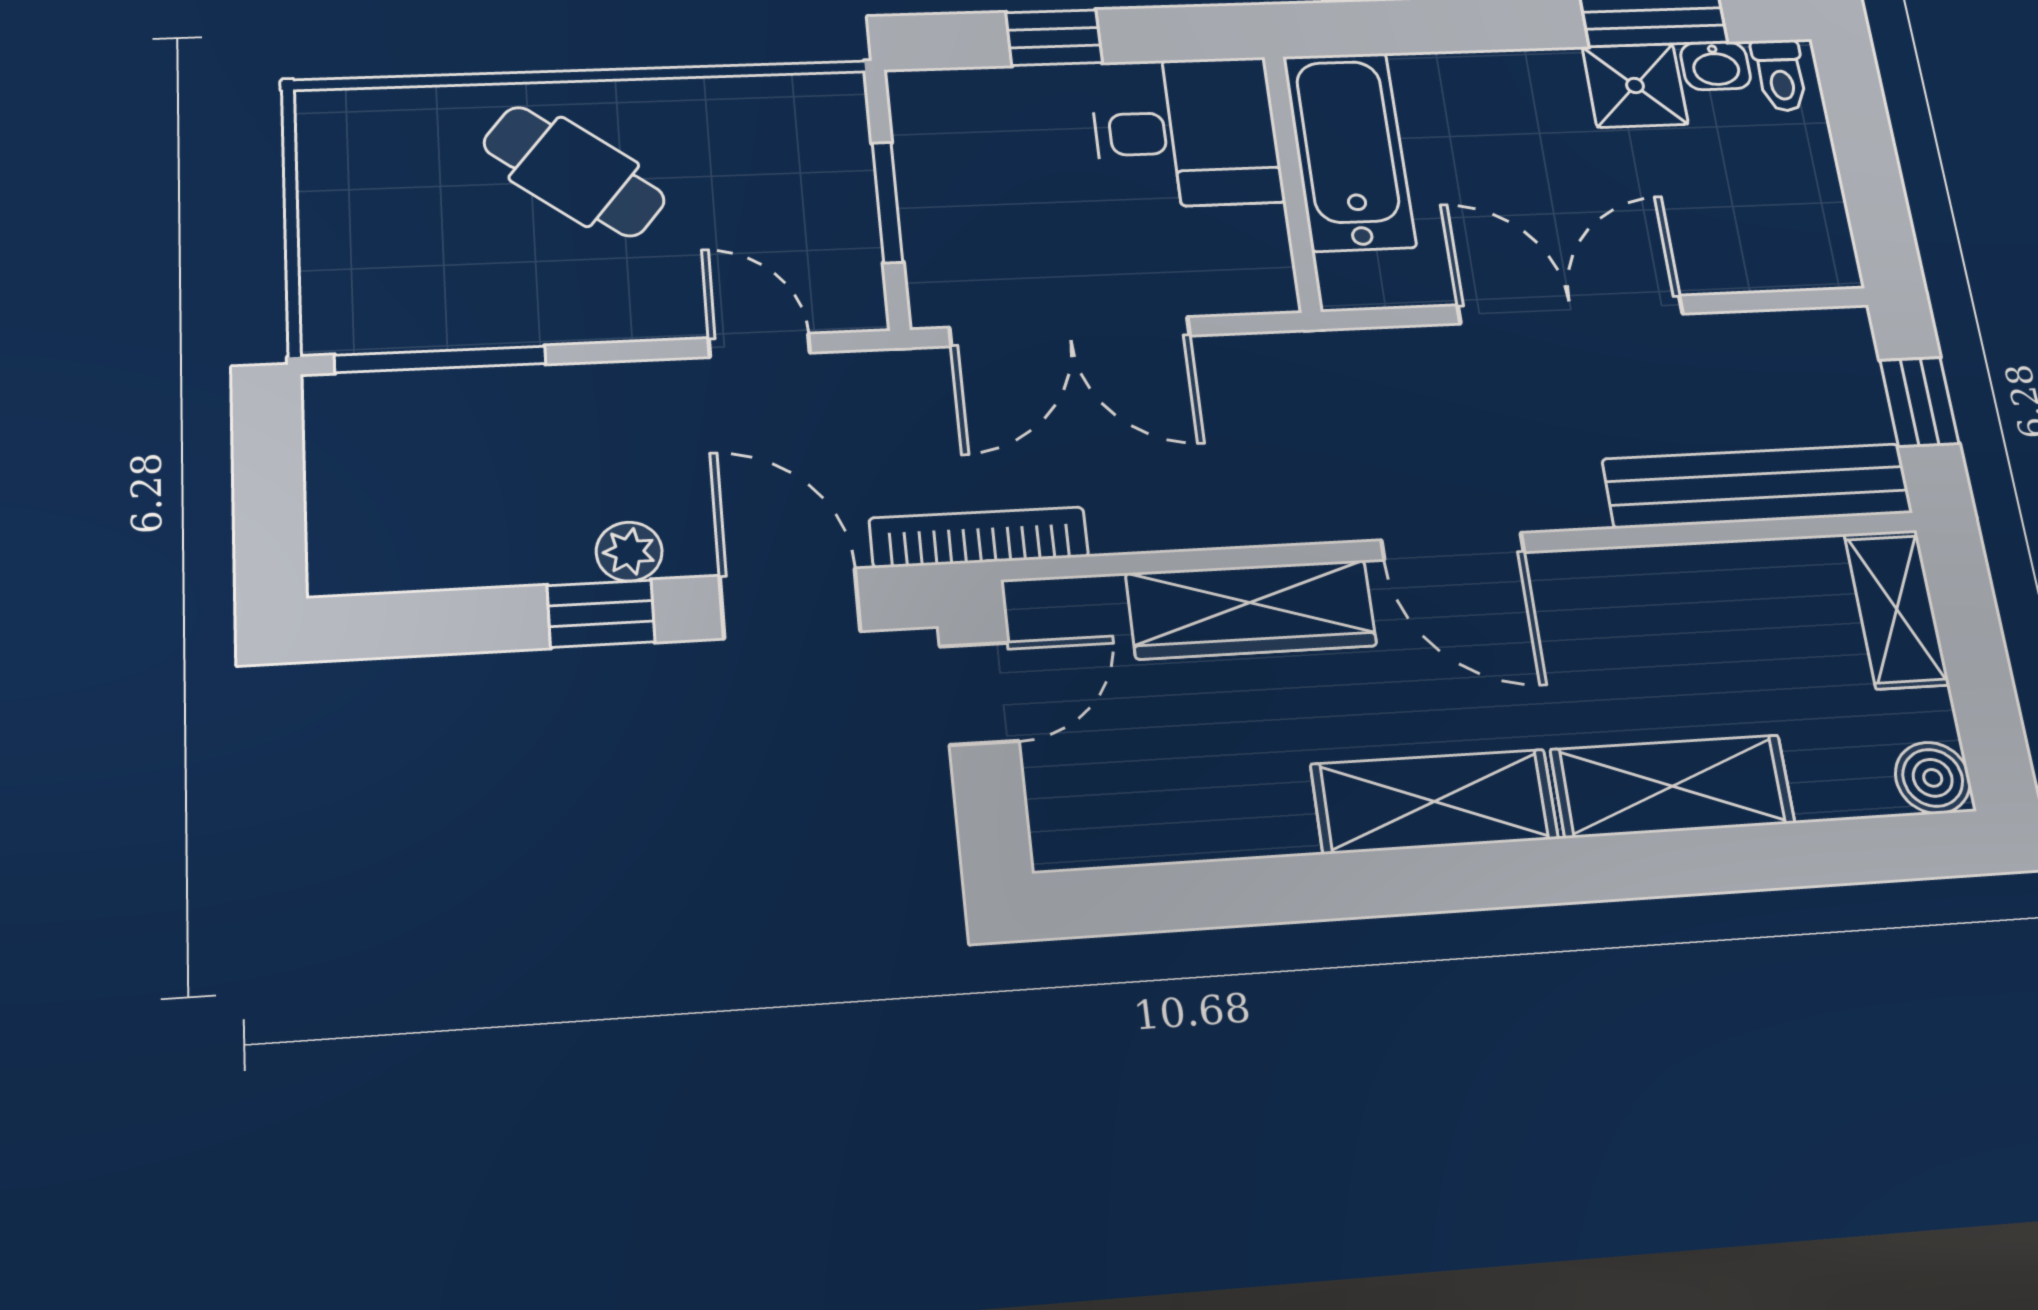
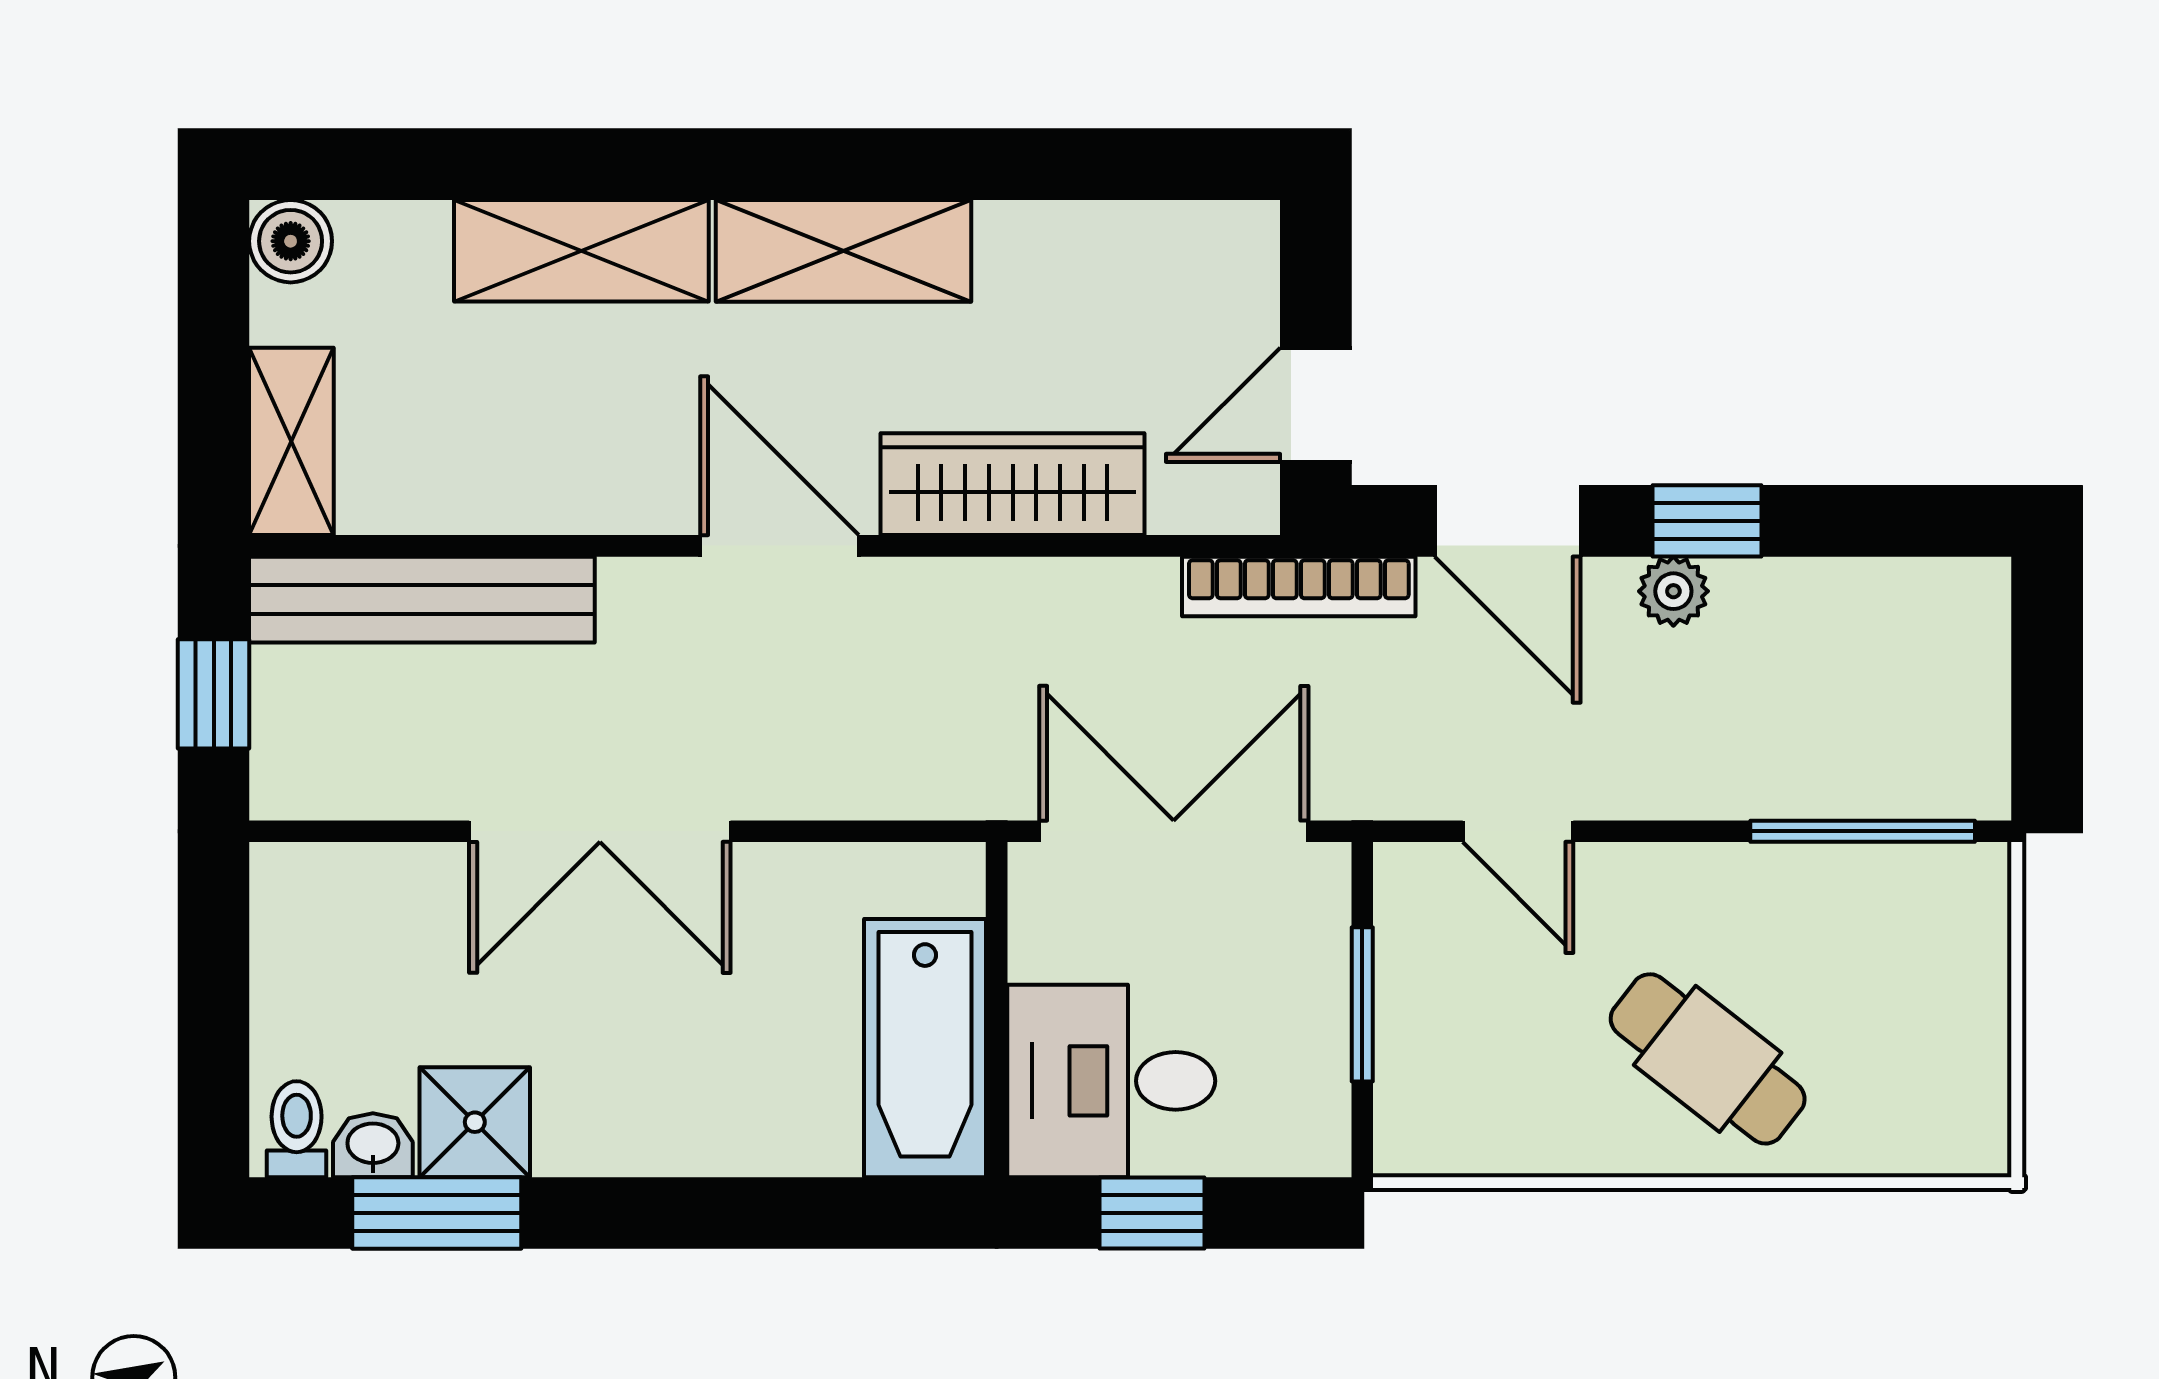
desk: (1186, 132) -> (1111, 1081), moved
bathtub: (1349, 151) -> (925, 1048), moved
wall: (1292, 183) -> (997, 1010), moved

